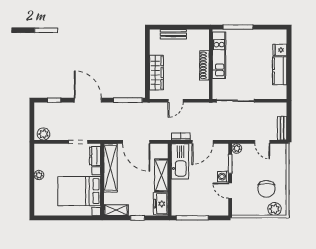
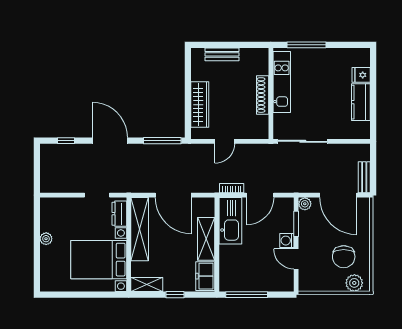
plant: (44, 134) -> (52, 185), removed
door: (262, 142) -> (338, 195), width x1.88

